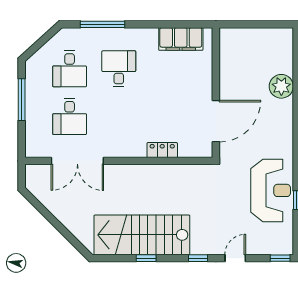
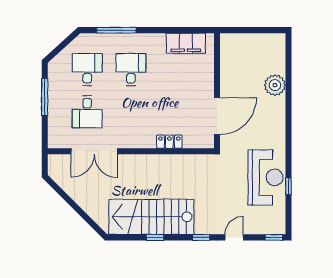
desk: (70, 69) -> (87, 70), turned 180

